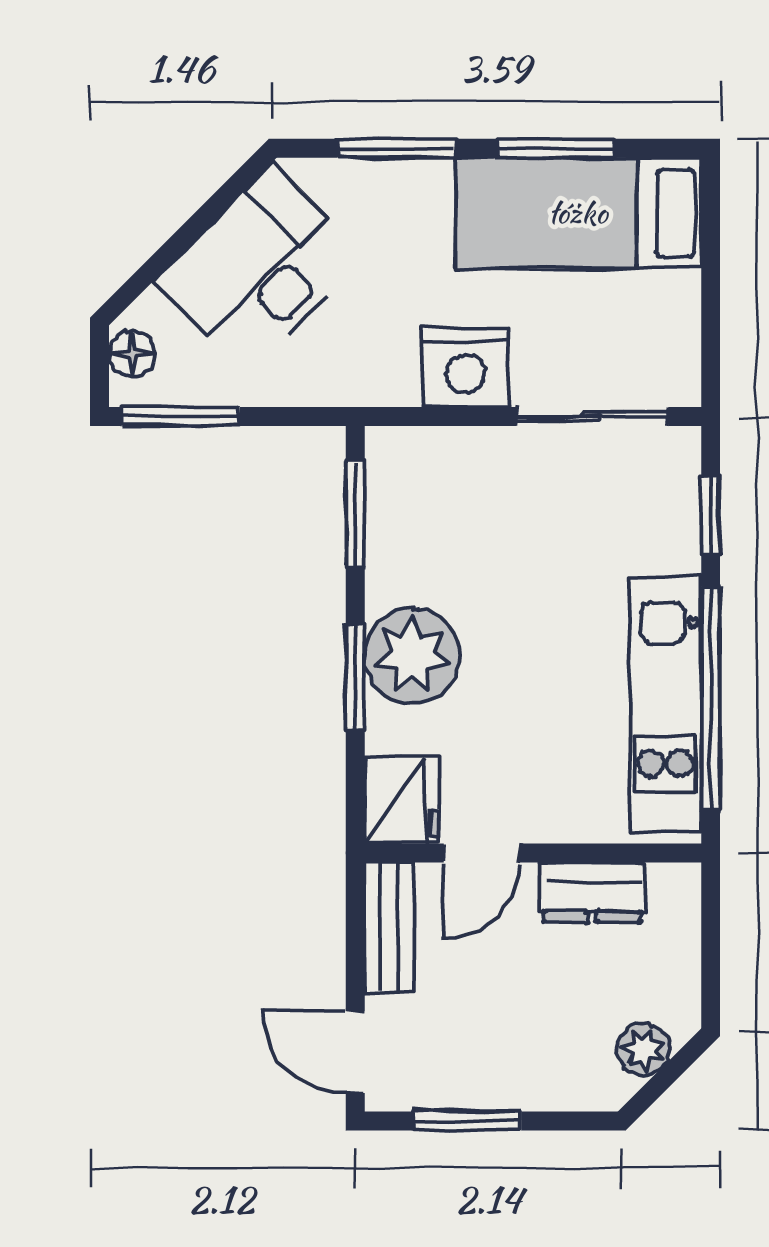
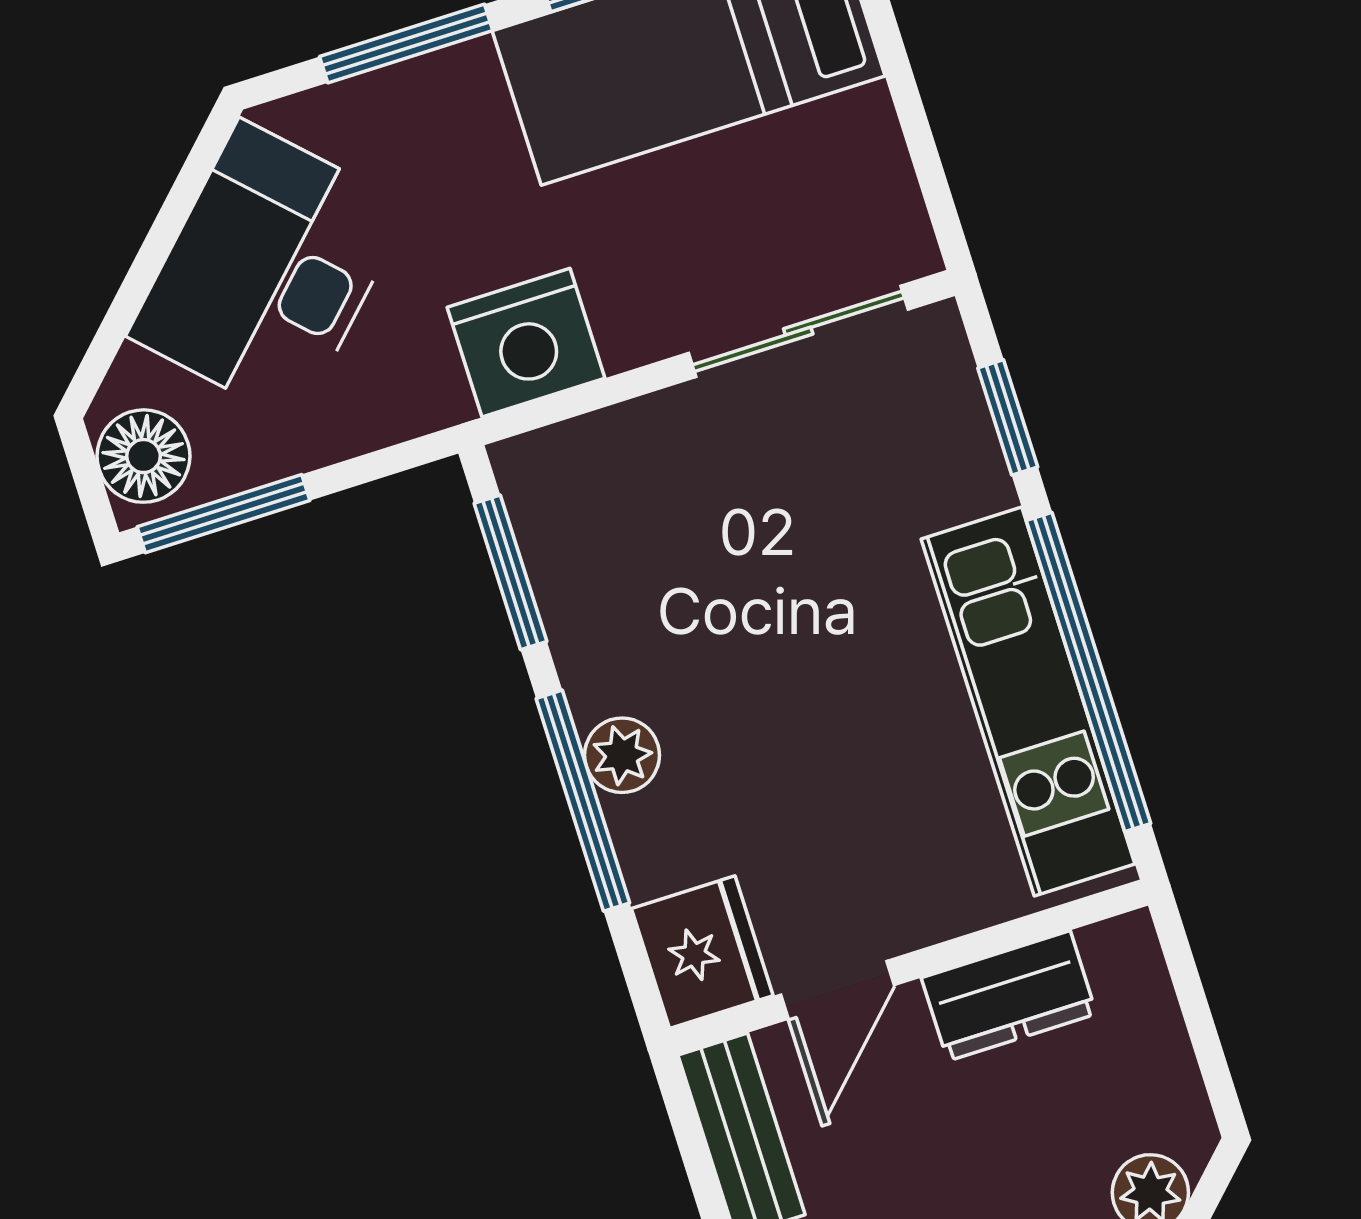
floor lamp: (132, 354) -> (144, 456), width x1.37, depth x1.37
nightstand: (465, 368) -> (526, 343), moved
plant: (412, 656) -> (622, 755), width x0.53, depth x0.53
window: (355, 677) -> (583, 801), width x1.44

